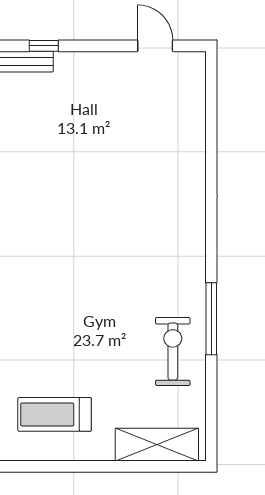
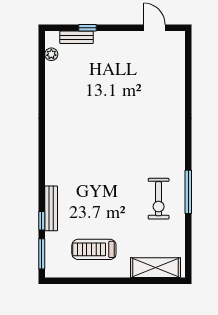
exercise bike: (173, 351) -> (159, 199), moved, turned 180

